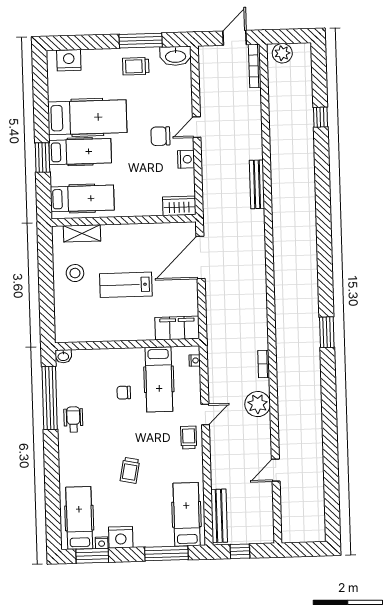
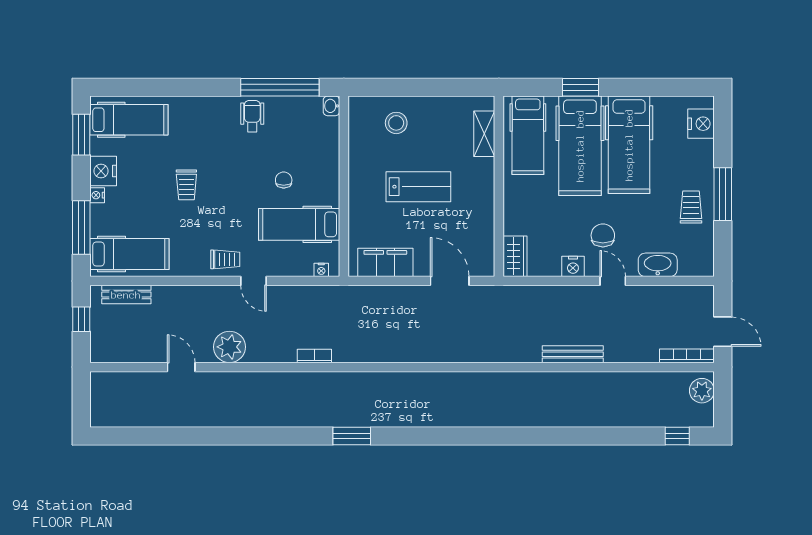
window: (141, 41) -> (723, 194), moved
washbasin: (176, 56) -> (658, 265), moved, turned 90
window: (320, 117) -> (677, 436), moved
hospital bed: (80, 152) -> (580, 146), width x1.37, depth x1.29
bench: (257, 184) -> (573, 354), moved
door: (201, 257) -> (450, 281), width x0.73
stool: (75, 273) -> (396, 123), moved
lab bench: (126, 285) -> (418, 187), turned 90
filing cabinet: (177, 328) -> (385, 262), moved, turned -90
plant: (258, 404) -> (230, 347), moved
wheelchair: (73, 419) -> (252, 116), turned -90
trolley: (130, 470) -> (186, 185), turned -101
bench: (219, 516) -> (126, 295), width x0.73
nightstand: (102, 543) -> (97, 195), moved

